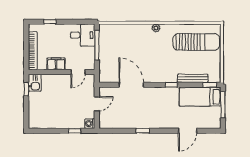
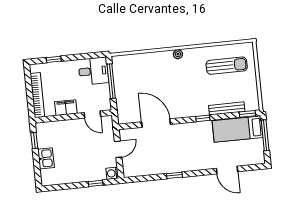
sun lounger: (196, 42) -> (227, 66), width x0.73, depth x0.75
door: (78, 72) -> (92, 115), hinge flipped
kitchen sink: (35, 83) -> (46, 158), moved
door: (188, 131) -> (227, 170), hinge flipped

